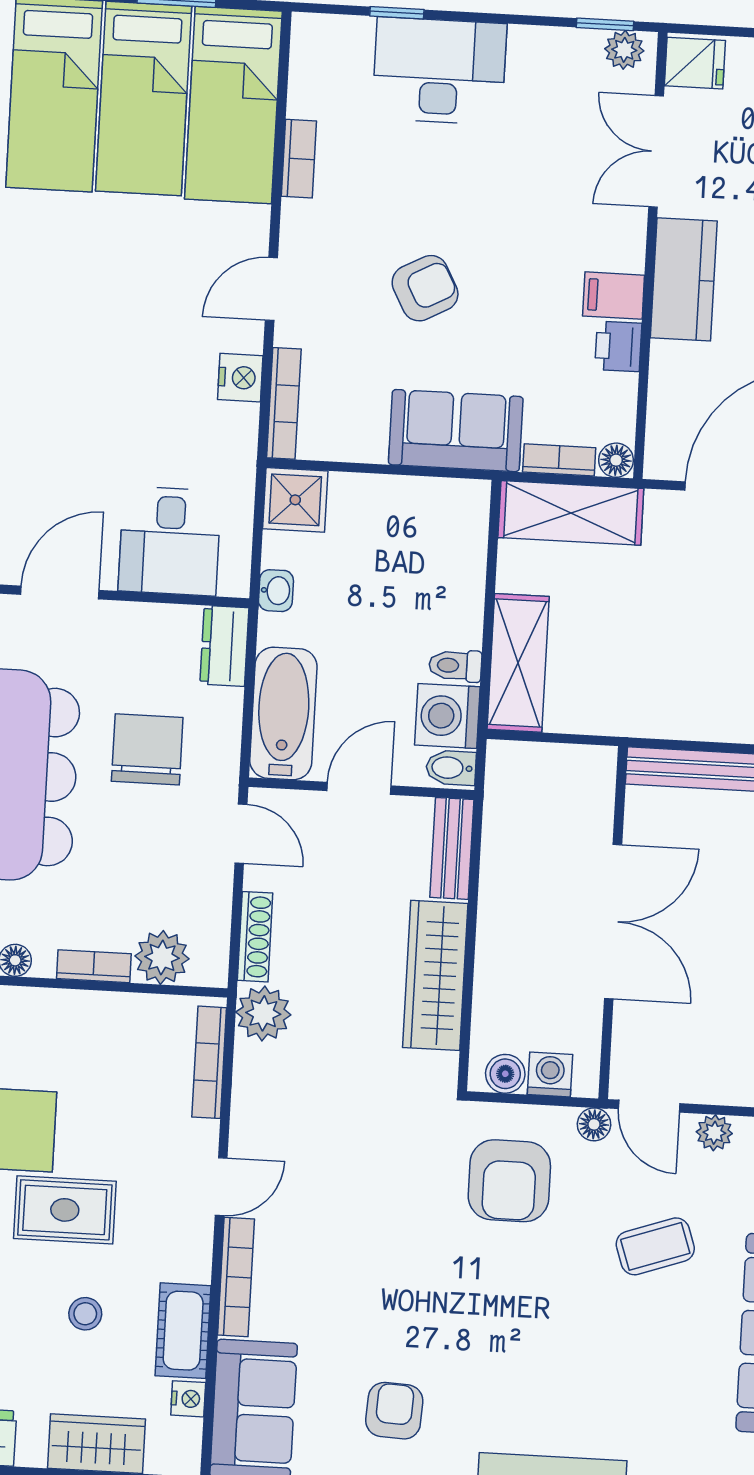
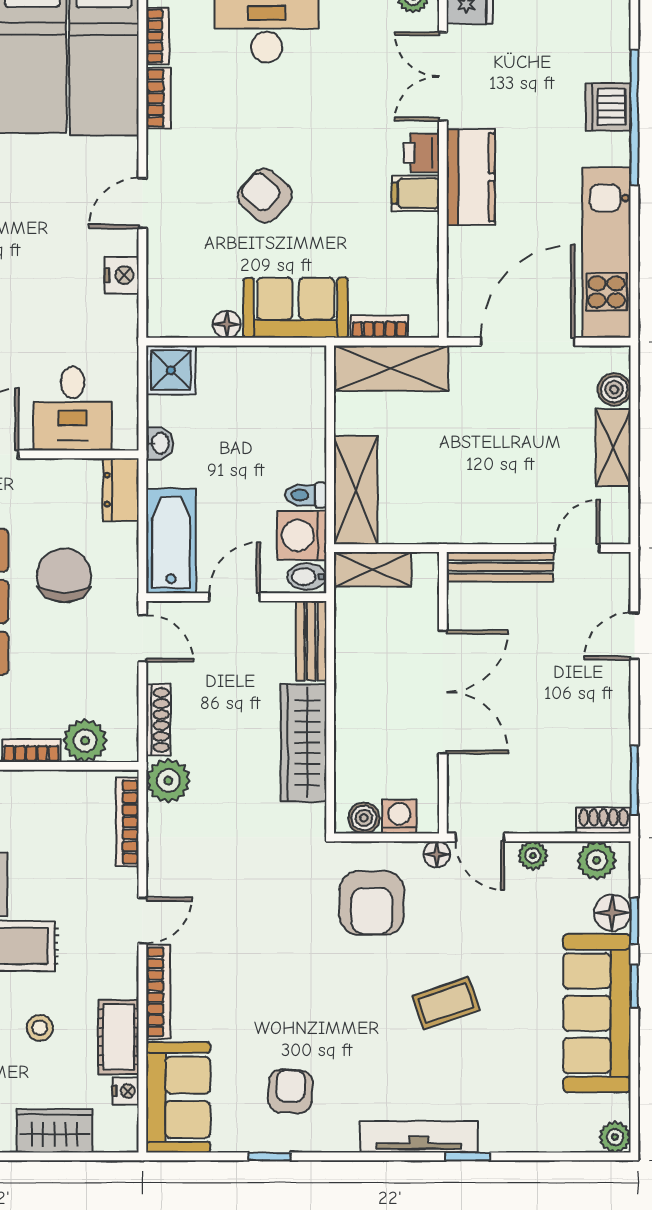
armchair: (425, 288) -> (265, 196), turned -110
printer: (618, 346) -> (421, 153), moved
bookcase: (284, 403) -> (158, 36), moved, width x0.64
floor lamp: (616, 460) -> (227, 324), moved
shelving: (534, 763) -> (373, 569), added
coffee table: (655, 1246) -> (446, 1003), moved

